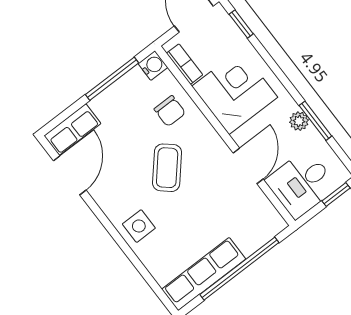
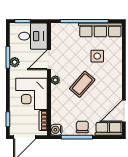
chair: (170, 111) -> (82, 127), moved
plant: (214, 142) -> (55, 80), added
side table: (139, 226) -> (97, 56), moved

